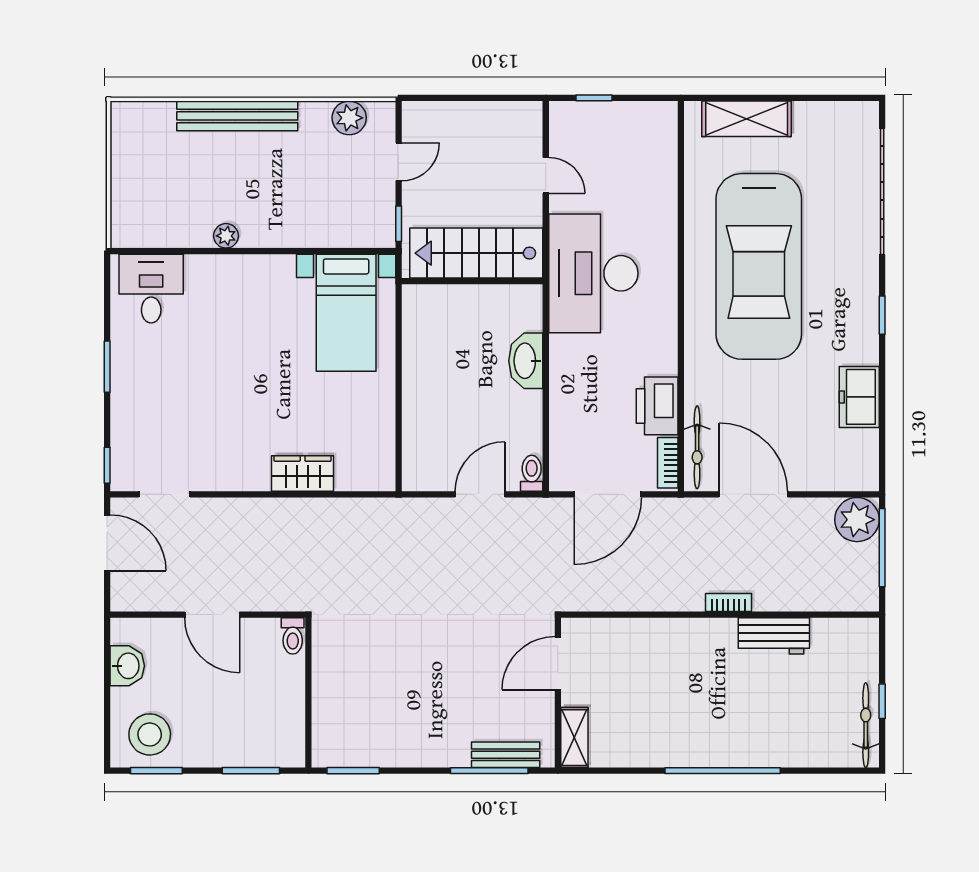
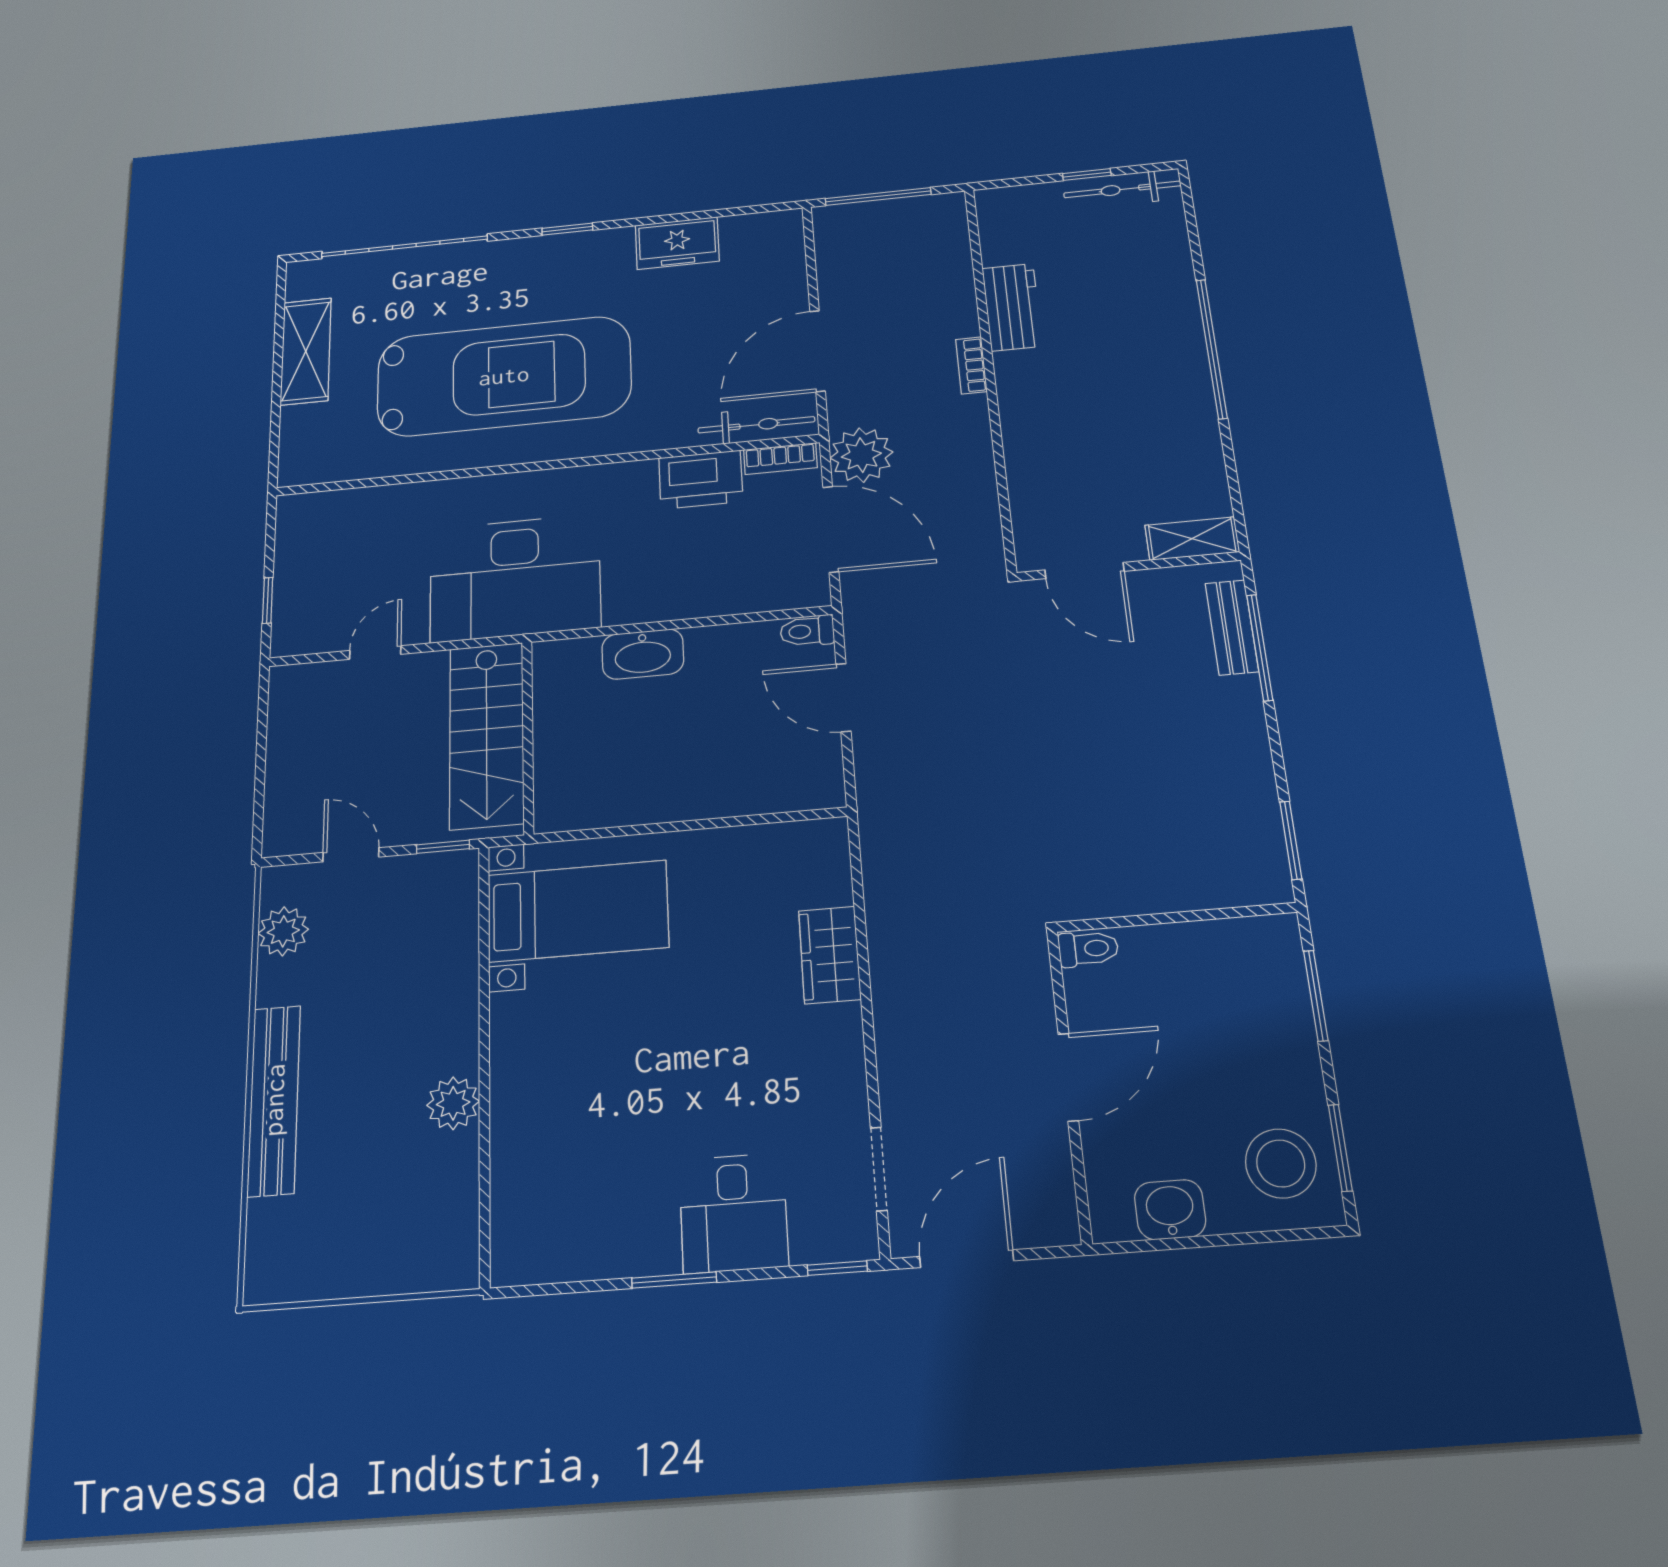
shelving: (747, 119) -> (306, 351), moved
plant: (226, 236) -> (453, 1103), width x1.38, depth x1.38
desk: (151, 289) -> (733, 1213), moved, turned -90
plant: (857, 520) -> (861, 455), moved

